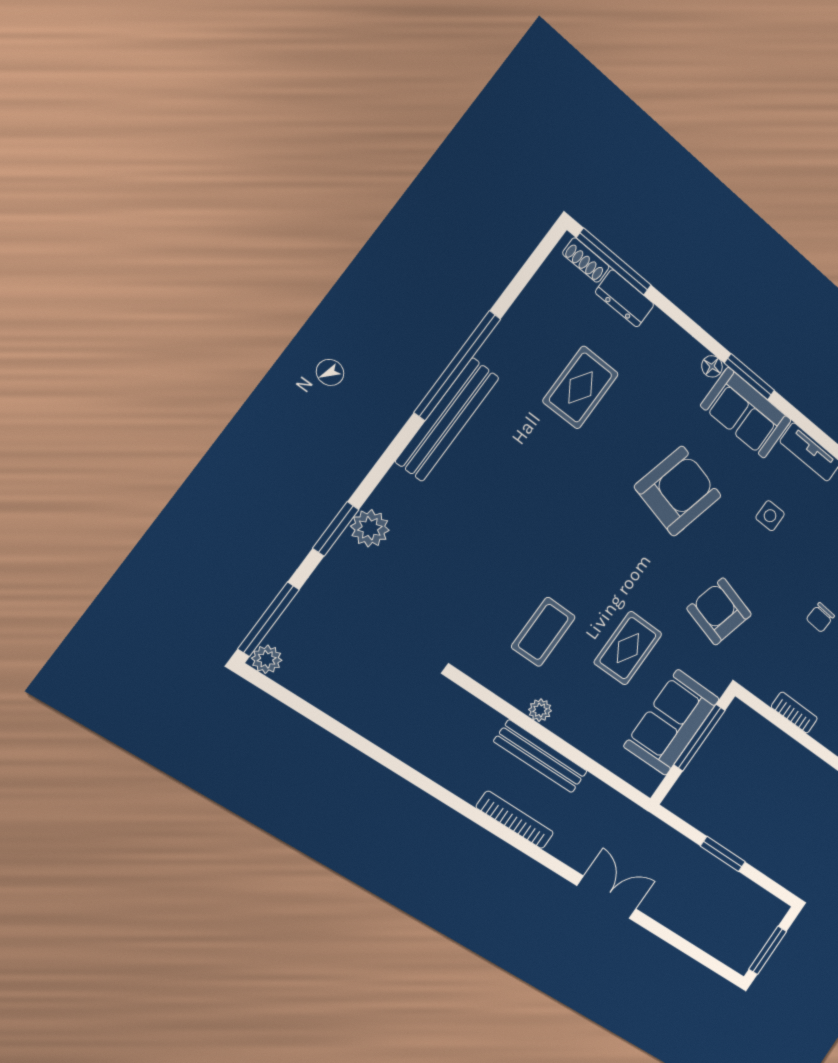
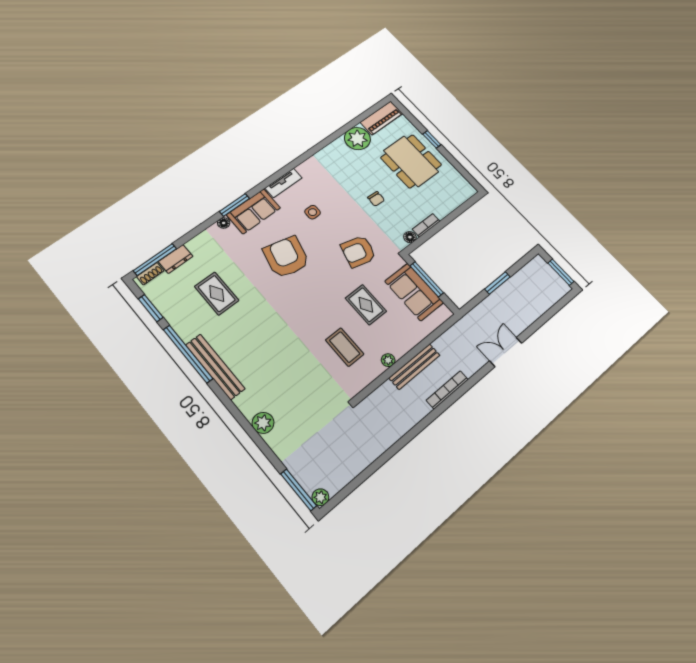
window: (336, 529) -> (151, 308), moved
floor lamp: (767, 691) -> (410, 237), added

